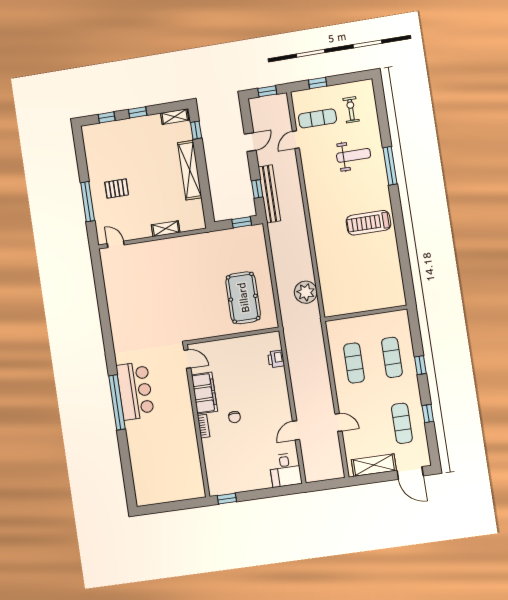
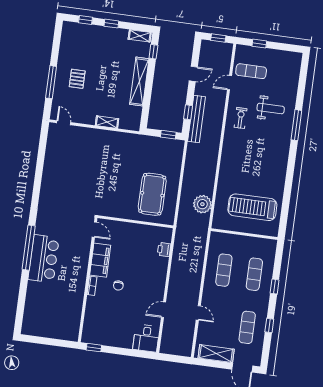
exercise bike: (351, 110) -> (241, 118), moved
pallet: (117, 189) -> (77, 79), turned 90
treadmill: (368, 223) -> (252, 207), moved, width x1.37, depth x1.38
bar counter: (135, 391) -> (44, 259), moved

